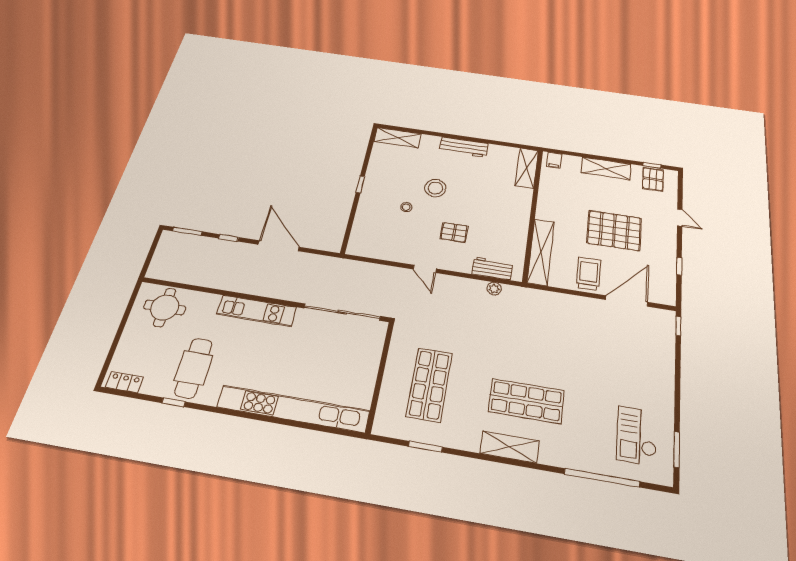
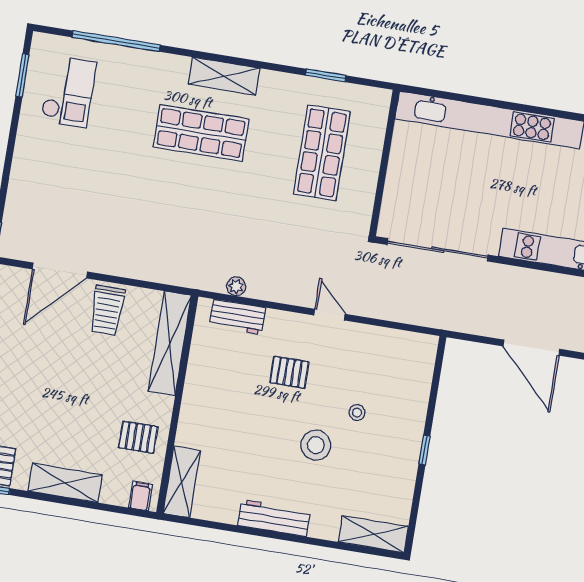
pallet: (614, 231) -> (138, 437), moved, width x0.49, depth x0.50

